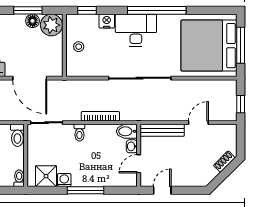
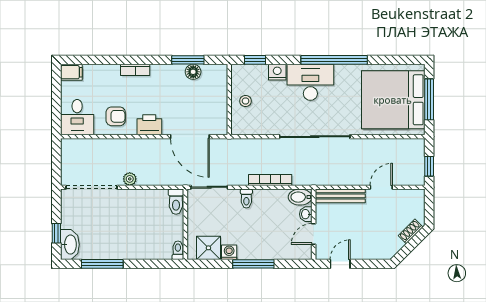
plant: (51, 25) -> (215, 76), removed

